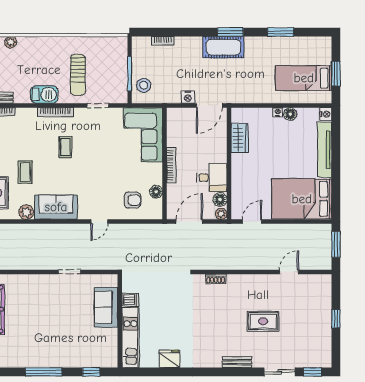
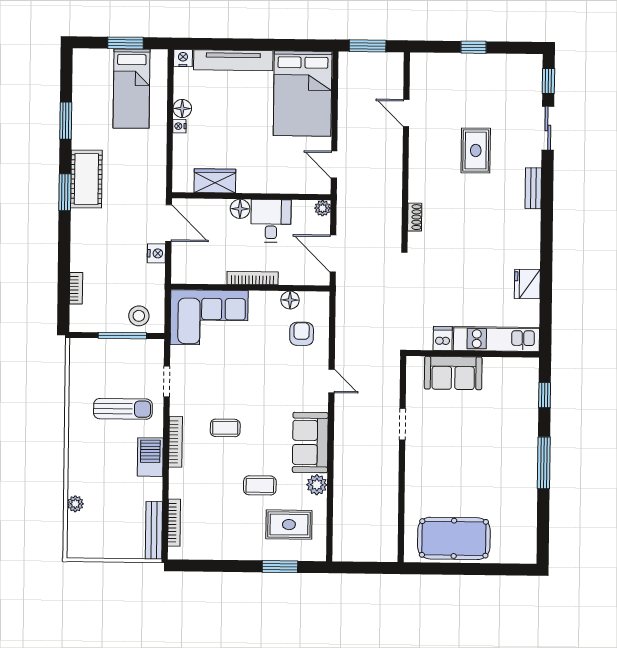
cot: (223, 47) -> (86, 179), moved
floor lamp: (220, 200) -> (240, 209), moved

